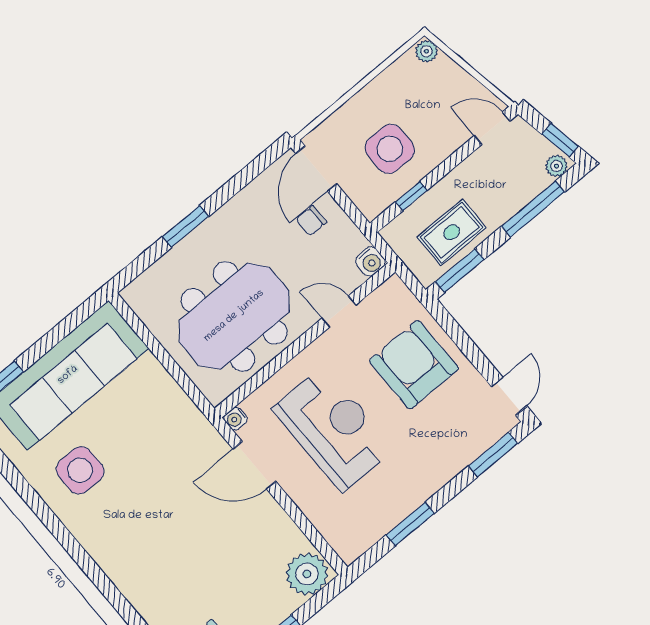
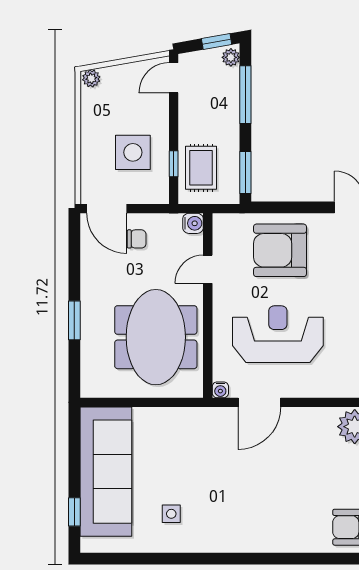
chair: (311, 221) -> (137, 239), turned -90
rug: (452, 232) -> (201, 168), moved
side table: (80, 470) -> (171, 514), width x0.54, depth x0.54

